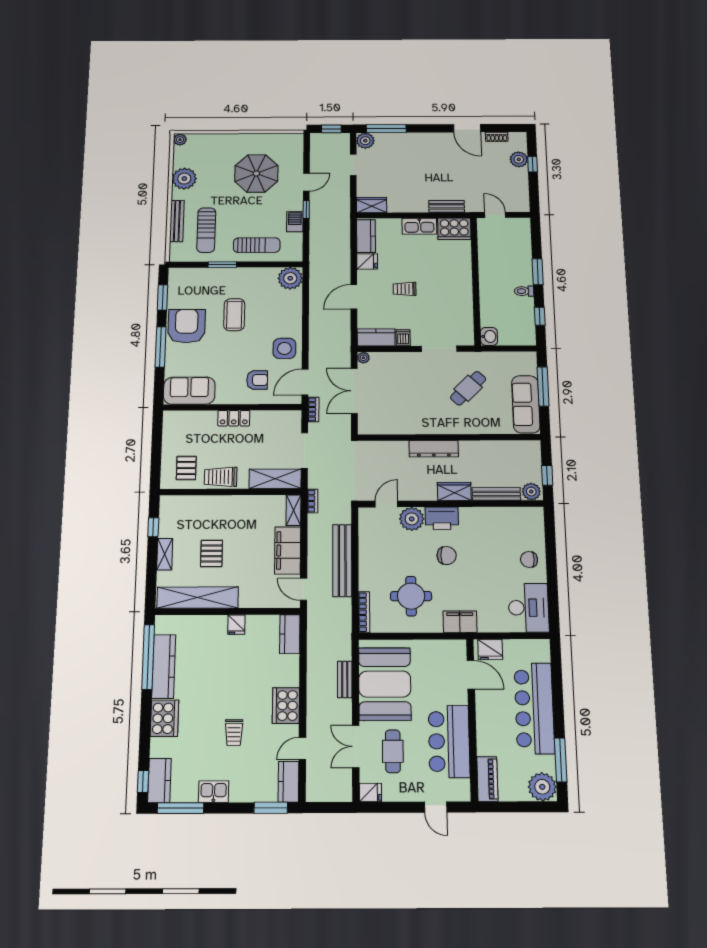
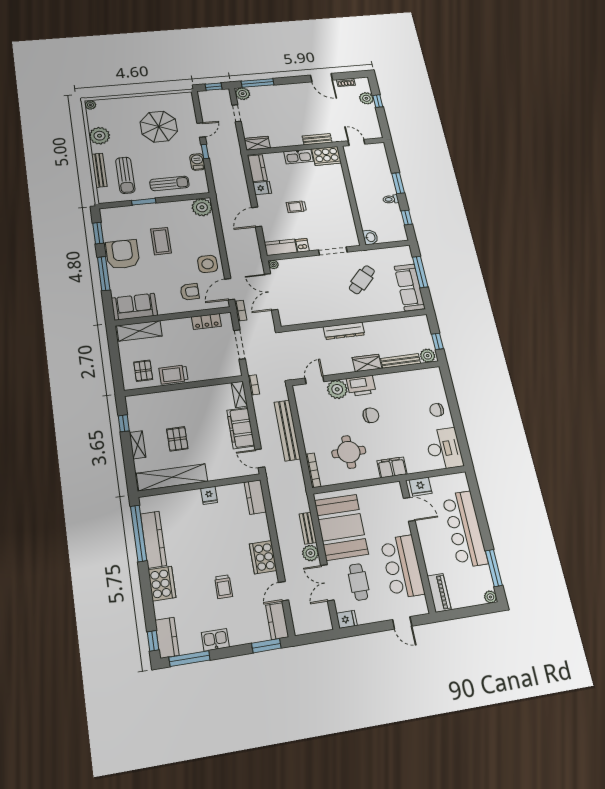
locker: (234, 418) -> (206, 321), moved
shelving: (275, 479) -> (139, 331), moved
plant: (342, 709) -> (310, 553), added
plant: (542, 787) -> (490, 597), width x0.53, depth x0.53

